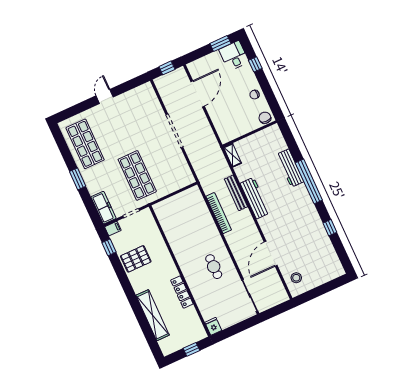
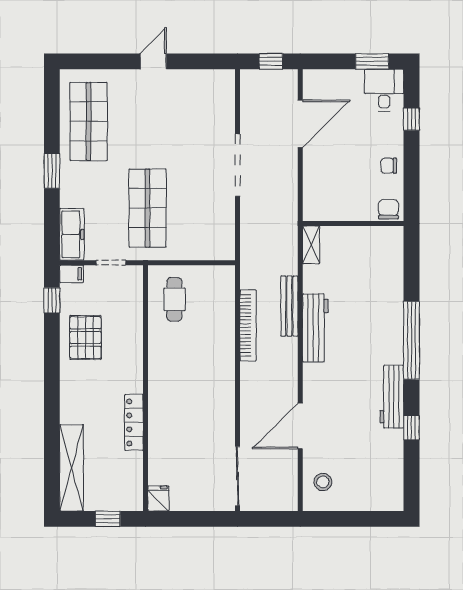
workbench: (290, 168) -> (392, 397), moved
pallet: (136, 259) -> (85, 338), turned 90
cafe table: (214, 267) -> (174, 299), moved
shelving: (153, 315) -> (72, 468), moved

